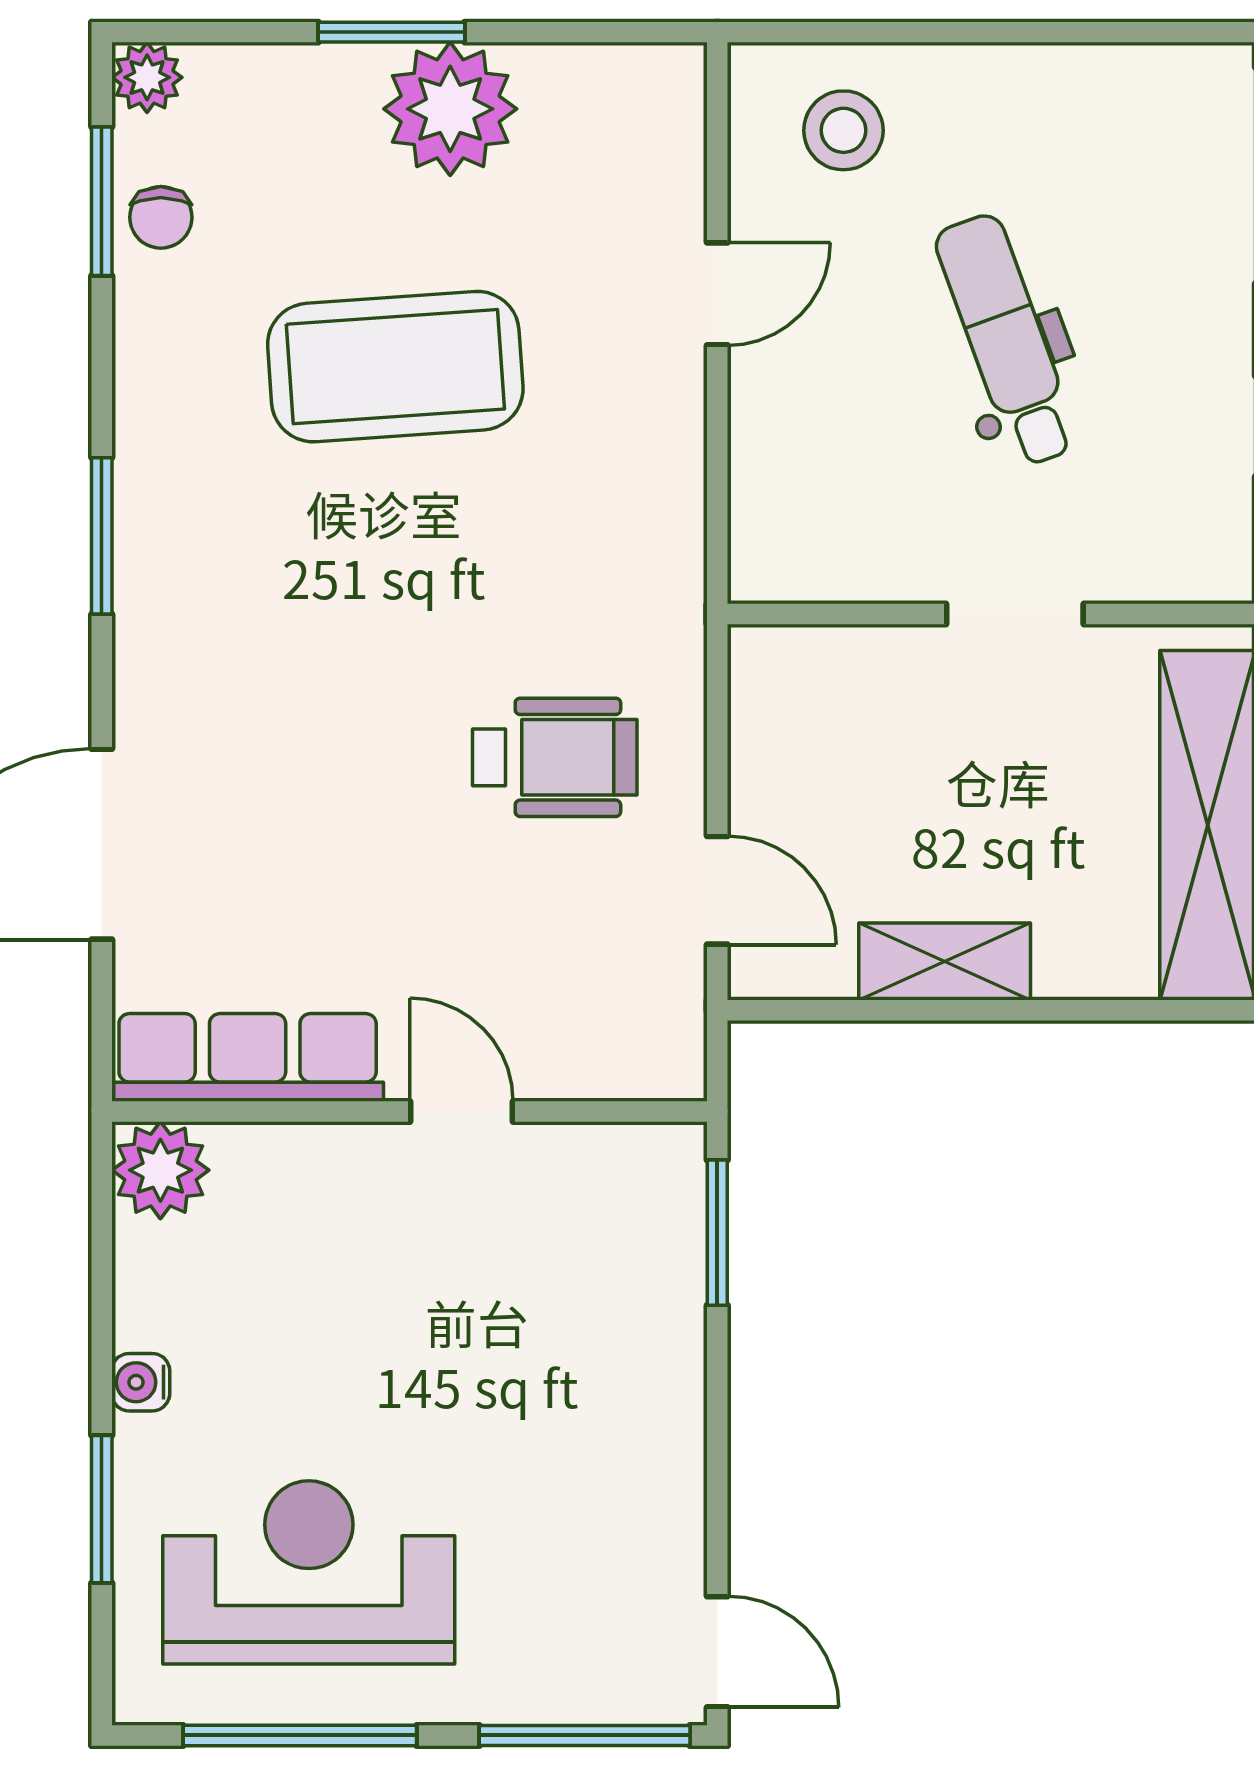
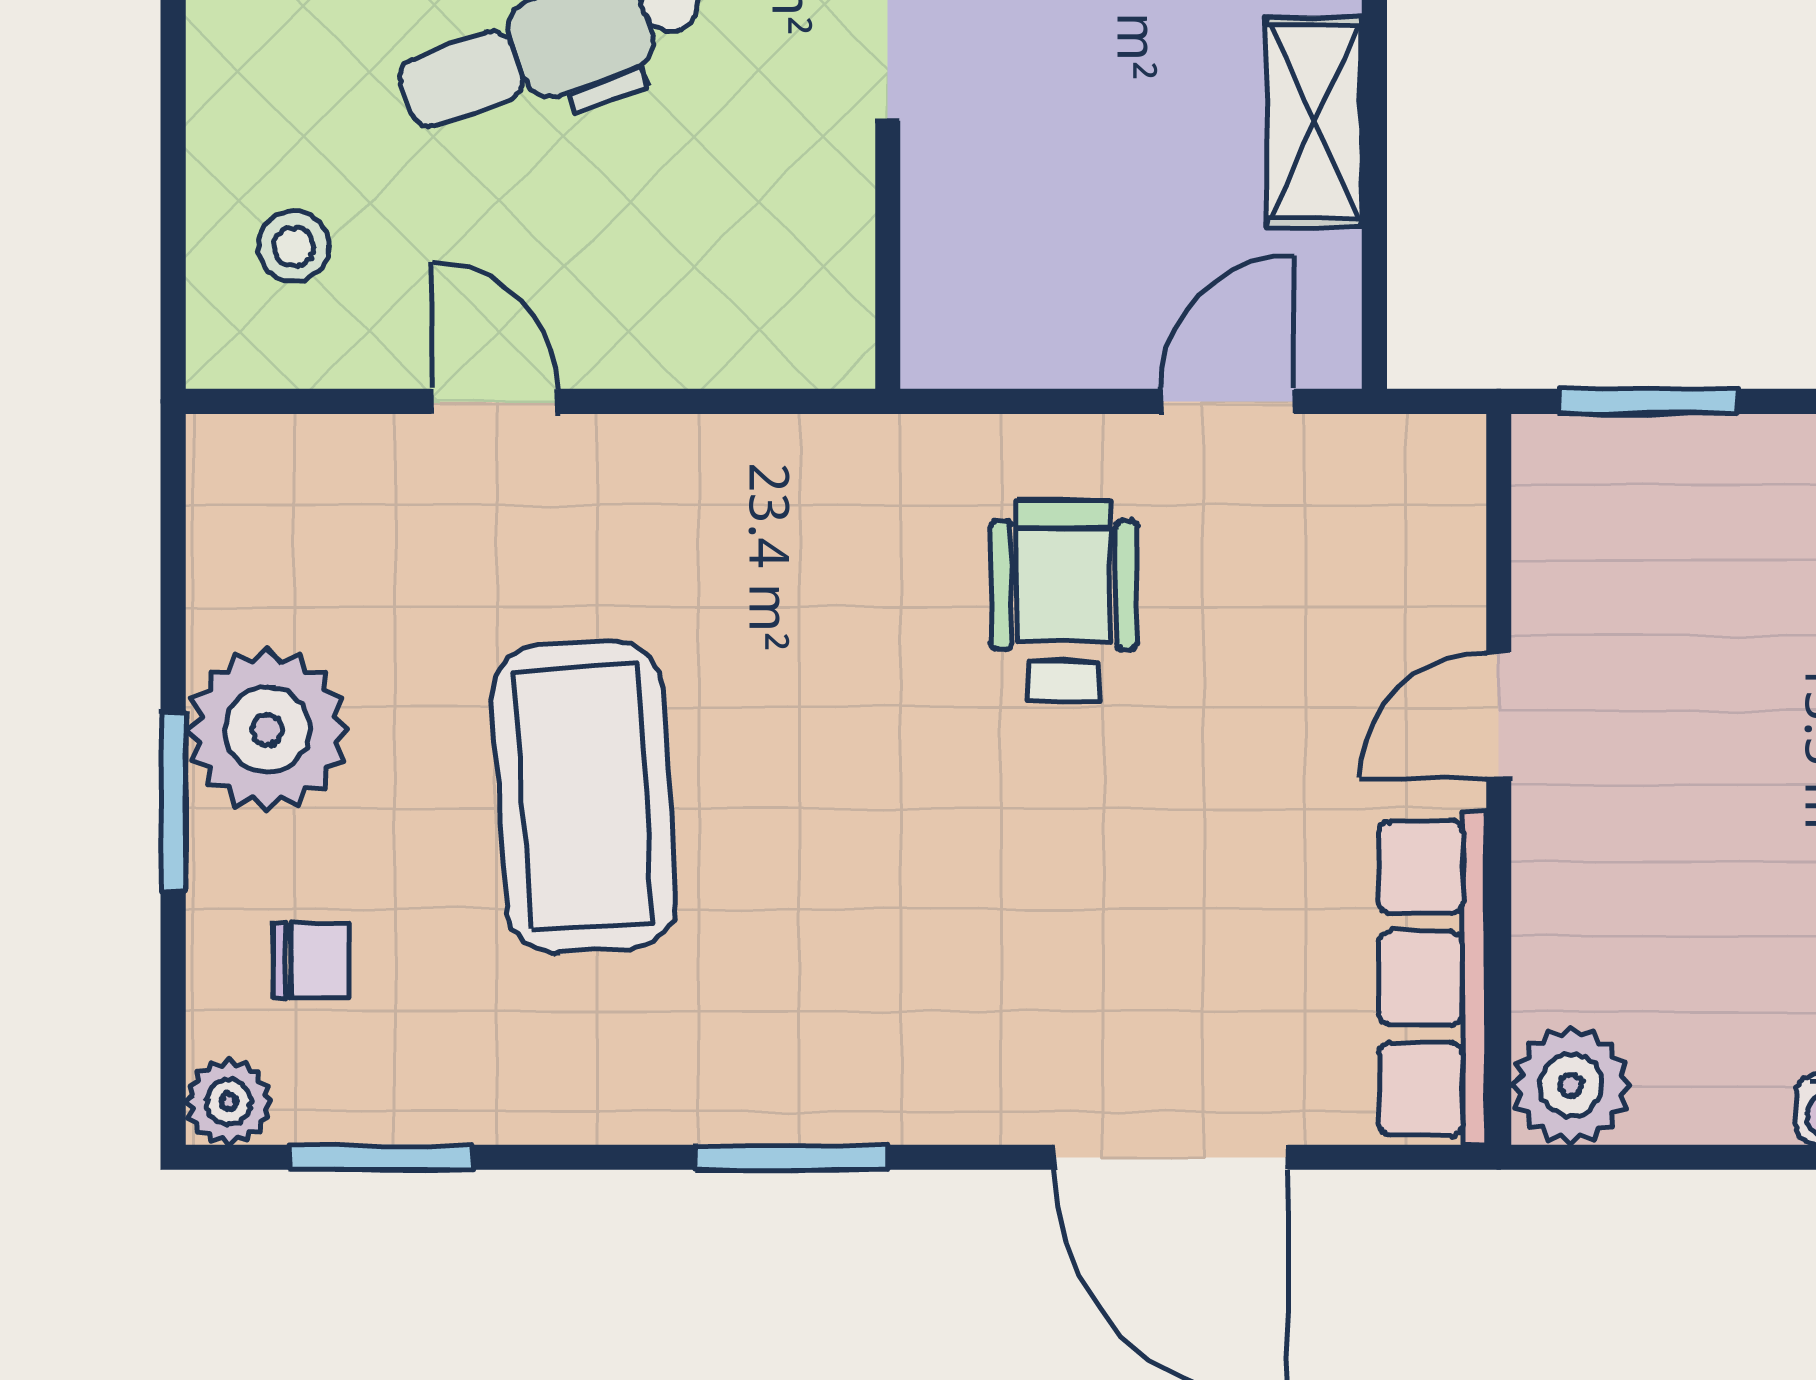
stool: (843, 130) -> (294, 246), width x0.73, depth x0.73
chair: (161, 217) -> (311, 960), moved

